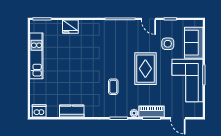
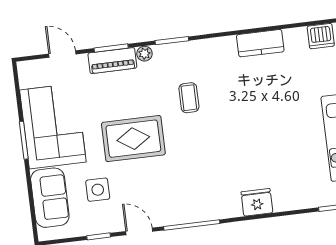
fridge: (70, 27) -> (257, 202), moved
rug: (145, 69) -> (133, 139), turned 90

